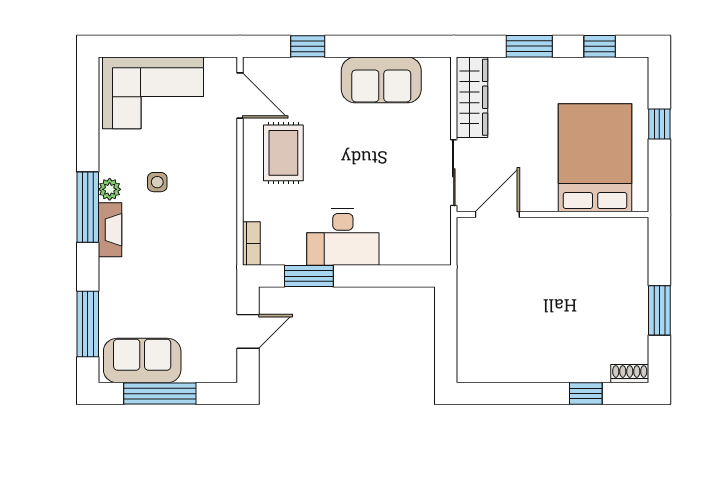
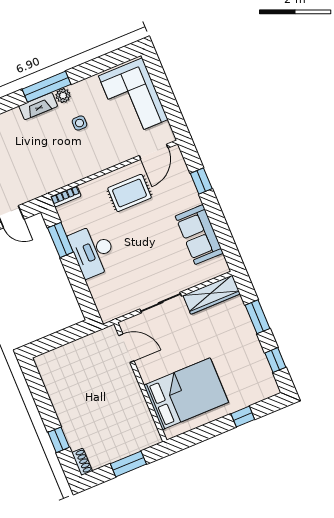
bed: (595, 158) -> (186, 394), moved
door: (497, 215) -> (126, 348), moved
wall: (553, 215) -> (140, 382), moved

